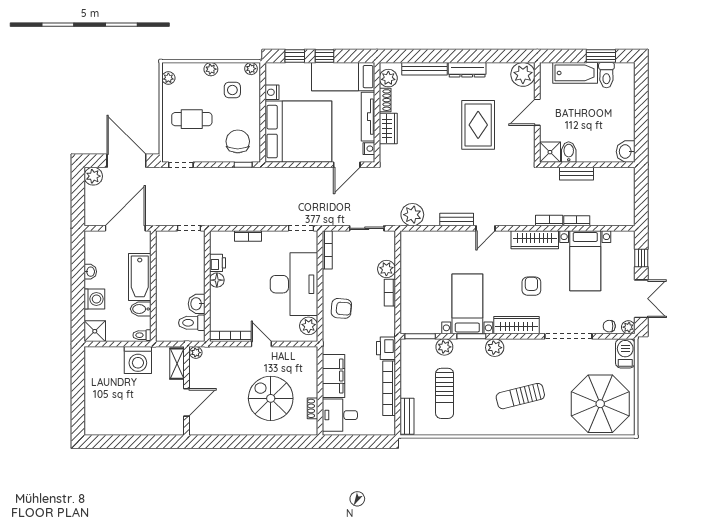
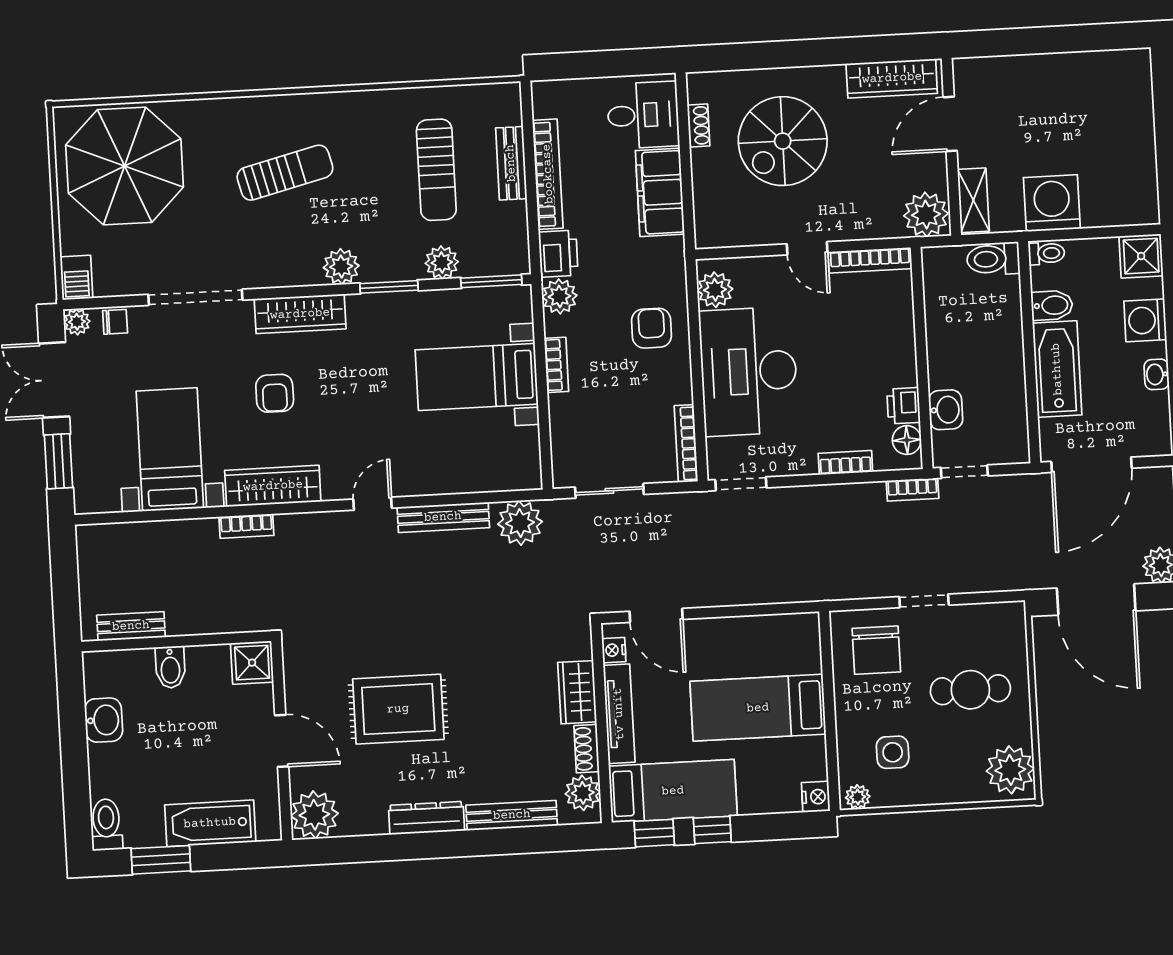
window: (295, 56) -> (654, 833), moved
plant: (211, 69) -> (938, 792), removed
toilet: (606, 75) -> (106, 825), moved
plant: (168, 78) -> (1010, 770), width x1.88, depth x1.88
nightstand: (272, 92) -> (816, 797), moved
door: (537, 112) -> (282, 741), hinge flipped
rug: (478, 125) -> (398, 709), turned 90
bed: (298, 132) -> (758, 708), width x0.49
bidet: (569, 152) -> (170, 667), moved
washbasin: (626, 152) -> (104, 720), moved
doorway: (181, 165) -> (924, 601), moved
window: (243, 165) -> (863, 604), removed
door: (347, 165) -> (656, 615), swing flipped
bench: (577, 174) -> (131, 626), moved
bench: (457, 219) -> (443, 517), width x1.36
bookcase: (577, 221) -> (912, 490), moved
window: (641, 258) -> (58, 461), width x1.50
plant: (386, 269) -> (559, 296), moved
floor lamp: (217, 280) -> (907, 440), moved
washbasin: (197, 304) -> (946, 410), moved
bed with nightstands: (467, 304) -> (477, 377), moved, turned 90
armchair: (341, 308) -> (651, 328), turned 85
toilet: (192, 323) -> (993, 259), moved, turned 180
plant: (196, 353) -> (926, 215), width x1.88, depth x1.88
barbecue: (625, 353) -> (77, 277), width x0.73, depth x0.79
sun lounger: (445, 393) -> (436, 170), turned 180
spiral stairs: (271, 398) -> (783, 141), turned 90
bench: (407, 416) -> (511, 163), moved
wardrobe: (215, 427) -> (892, 78), added

